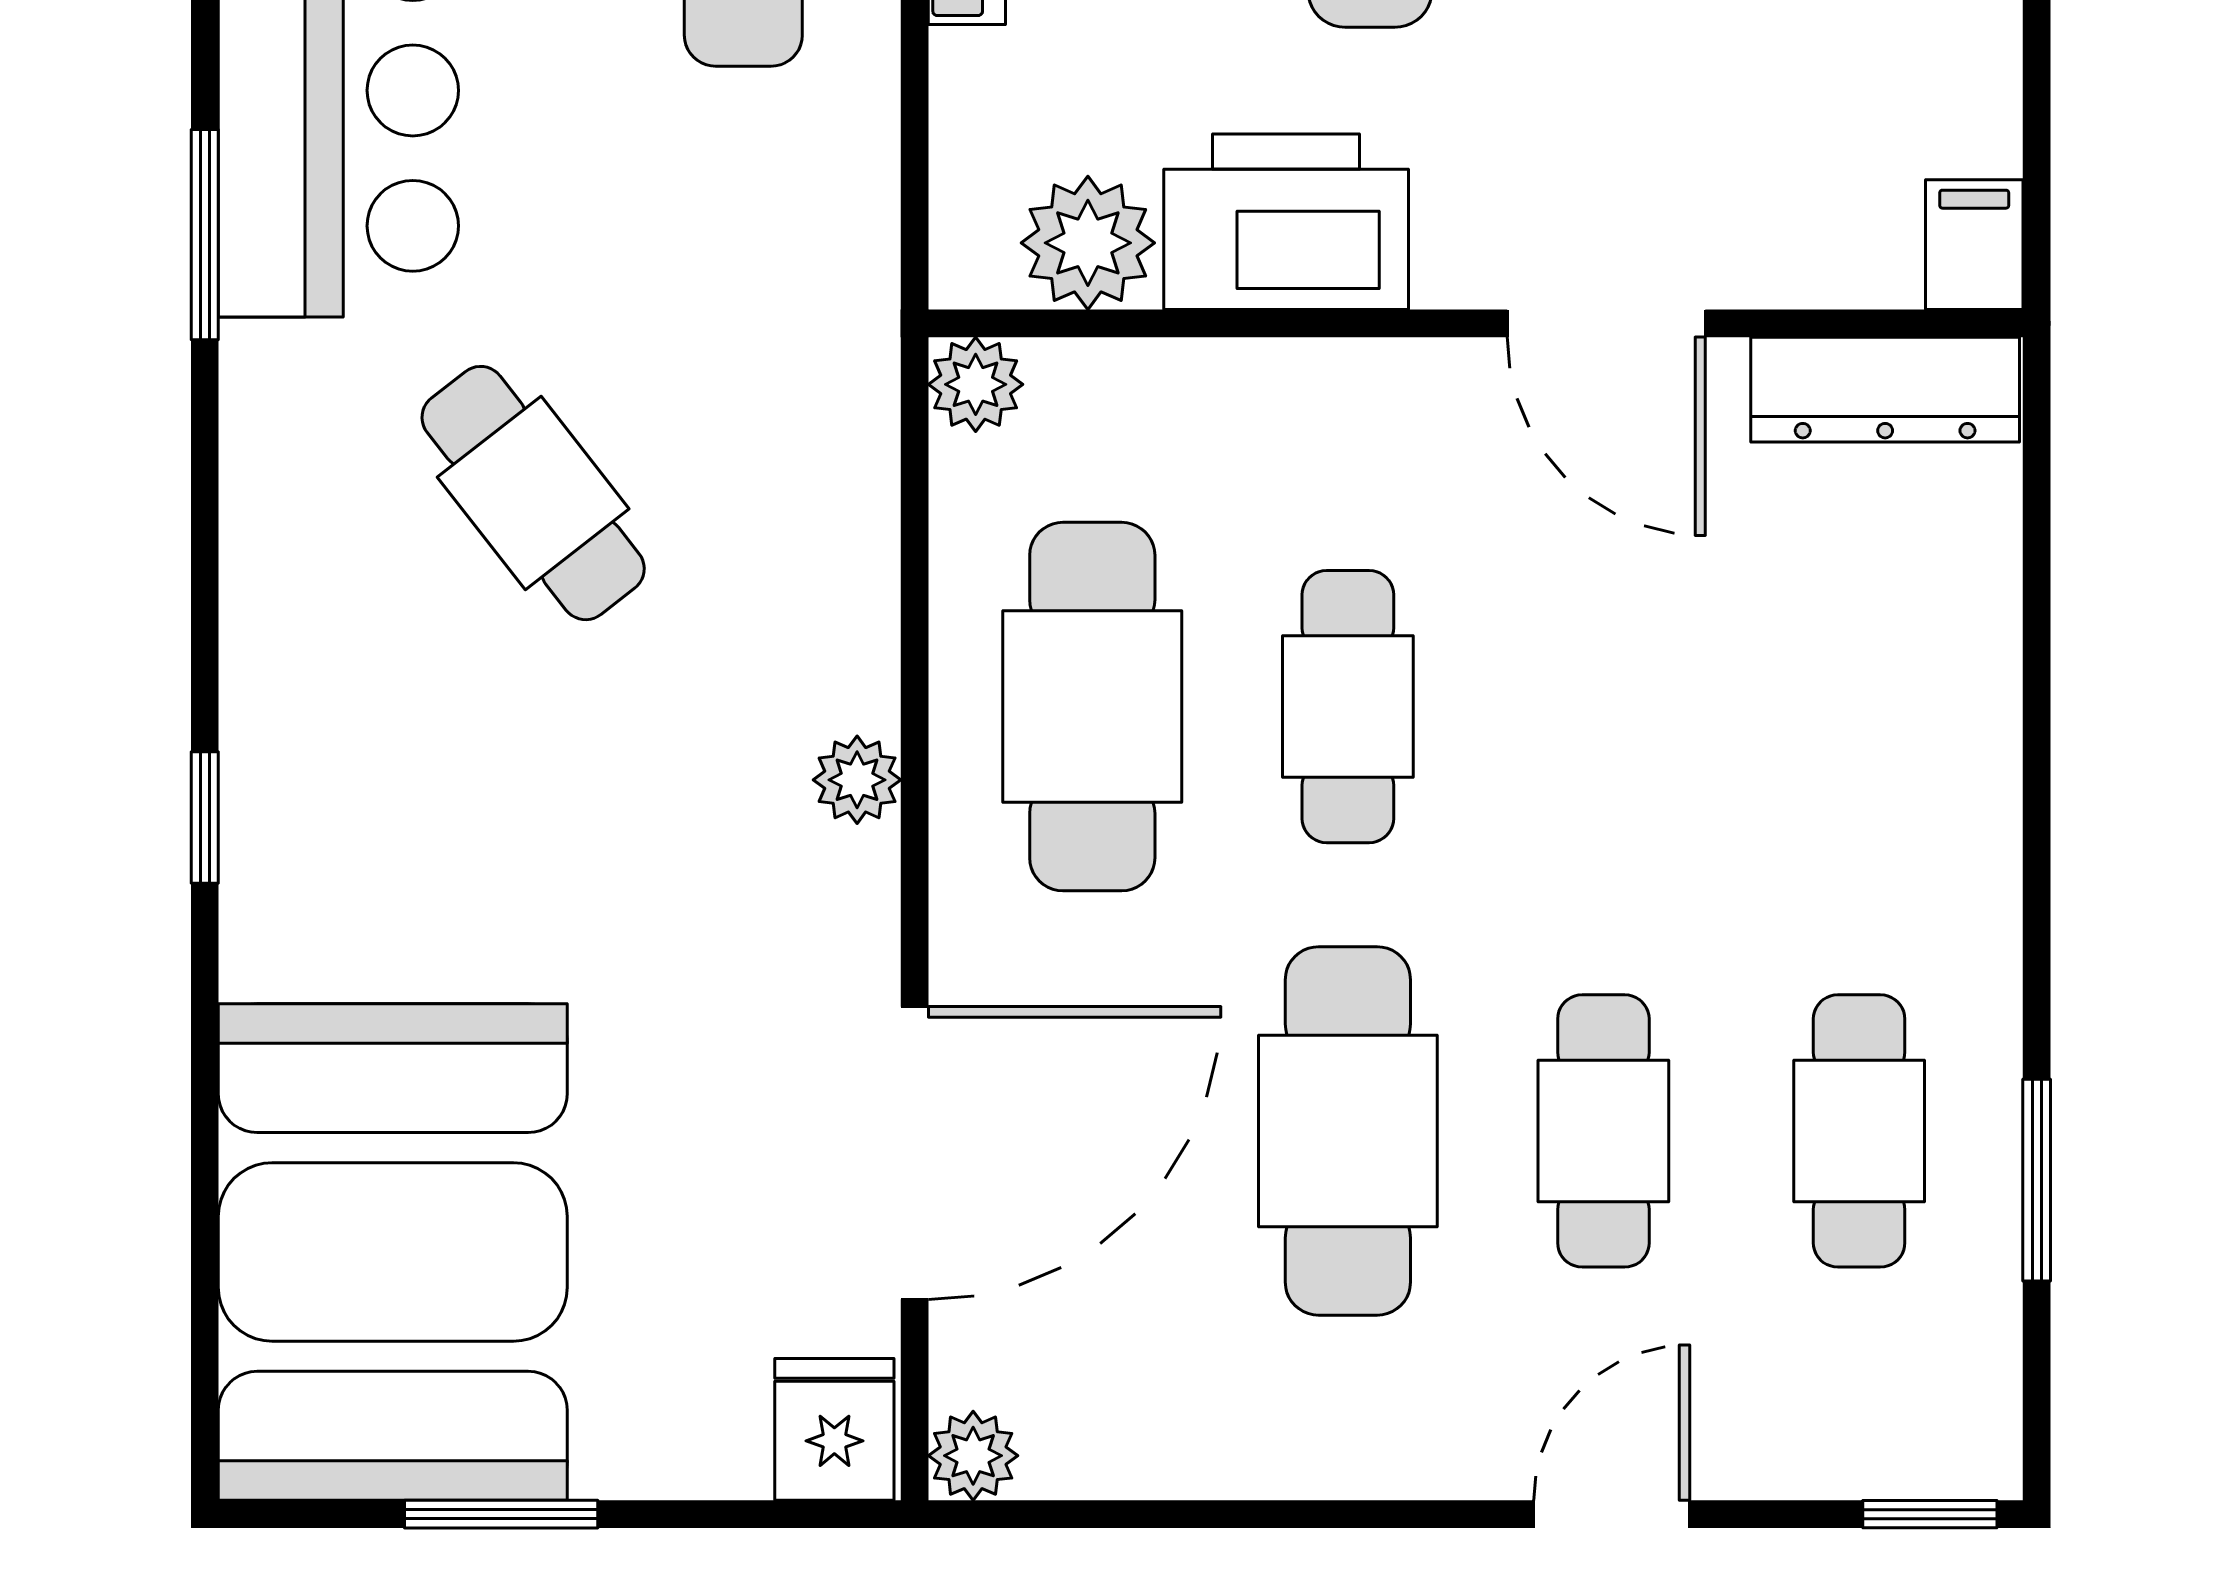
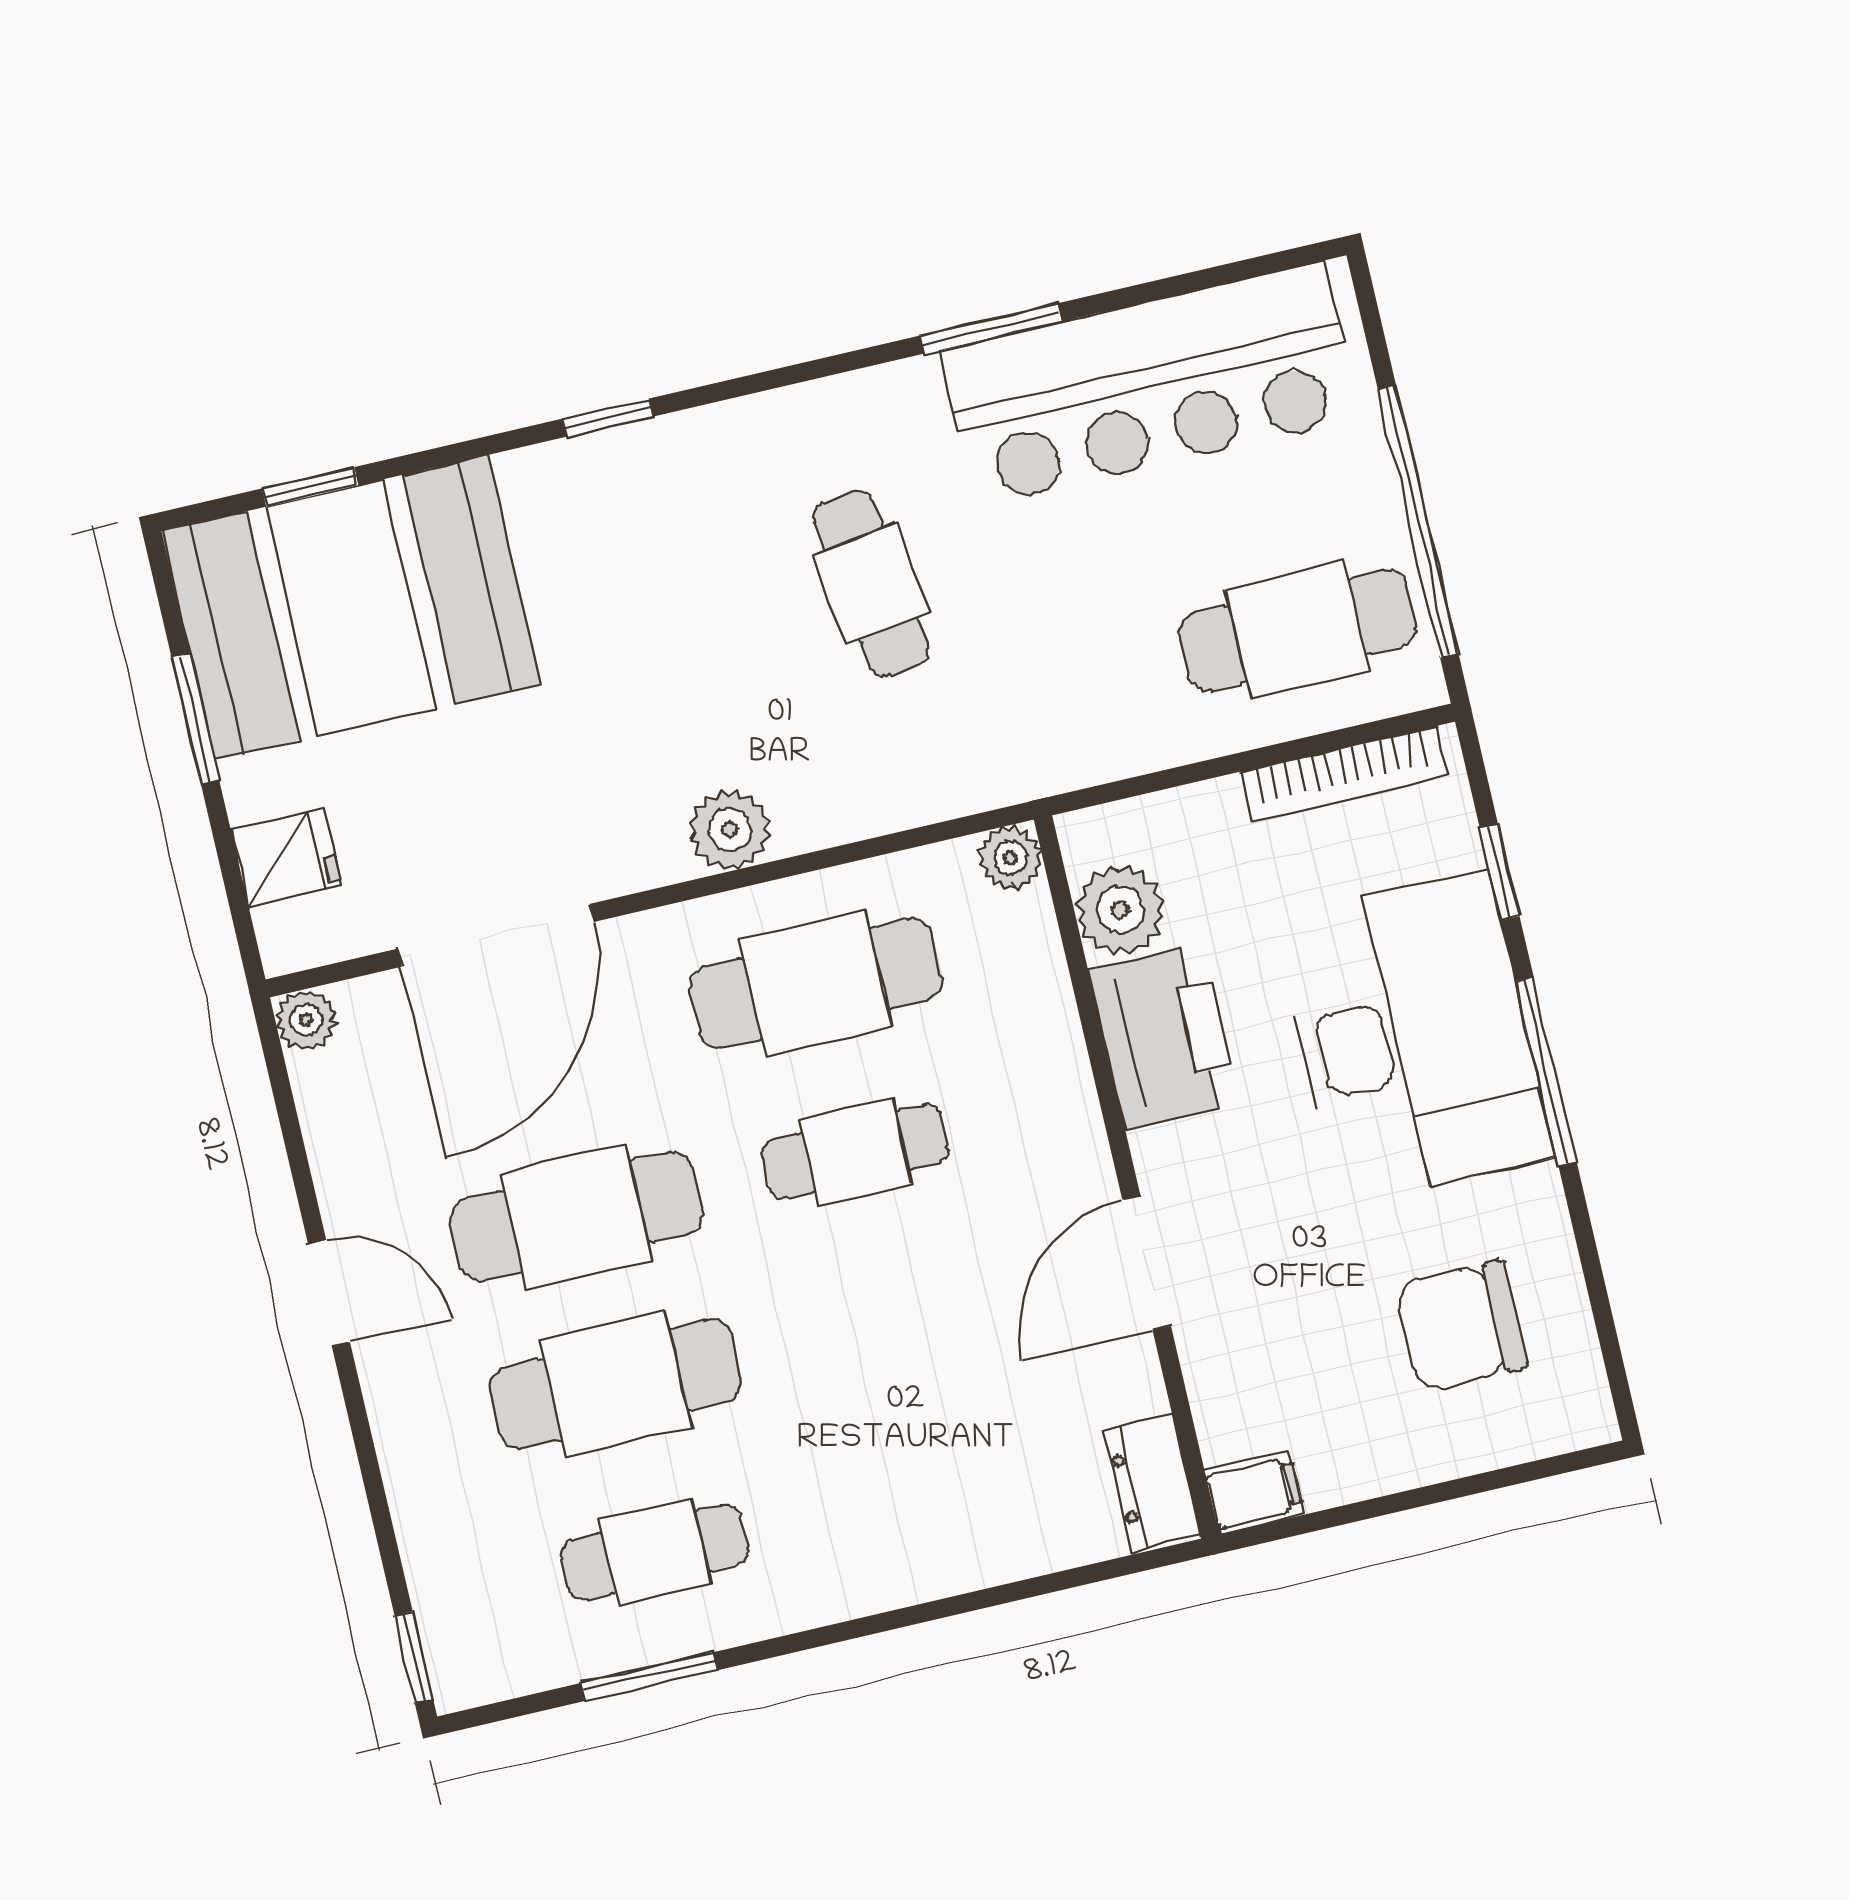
dresser: (1885, 390) -> (1152, 1483), width x0.70
cafe table: (533, 493) -> (871, 584), turned -60
plant: (857, 780) -> (730, 830), width x1.38, depth x1.38
cafe table: (1603, 1131) -> (616, 1384), width x1.37, depth x1.35
door: (915, 1153) -> (496, 935), hinge flipped
window: (205, 1270) -> (310, 487), added
fridge: (834, 1429) -> (286, 858), moved
door: (1612, 1514) -> (329, 1293), moved

